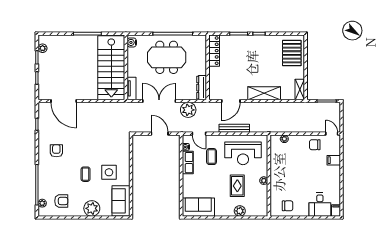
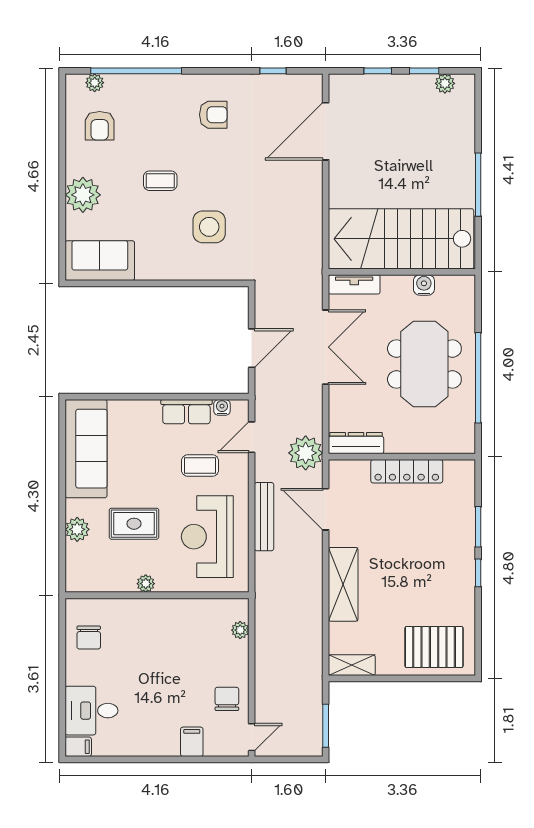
water cooler: (132, 42) -> (424, 285), moved
locker: (214, 51) -> (407, 471), moved
plant: (188, 110) -> (306, 453), moved
side table: (109, 172) -> (209, 227), moved
sofa: (198, 207) -> (86, 449), width x1.36

